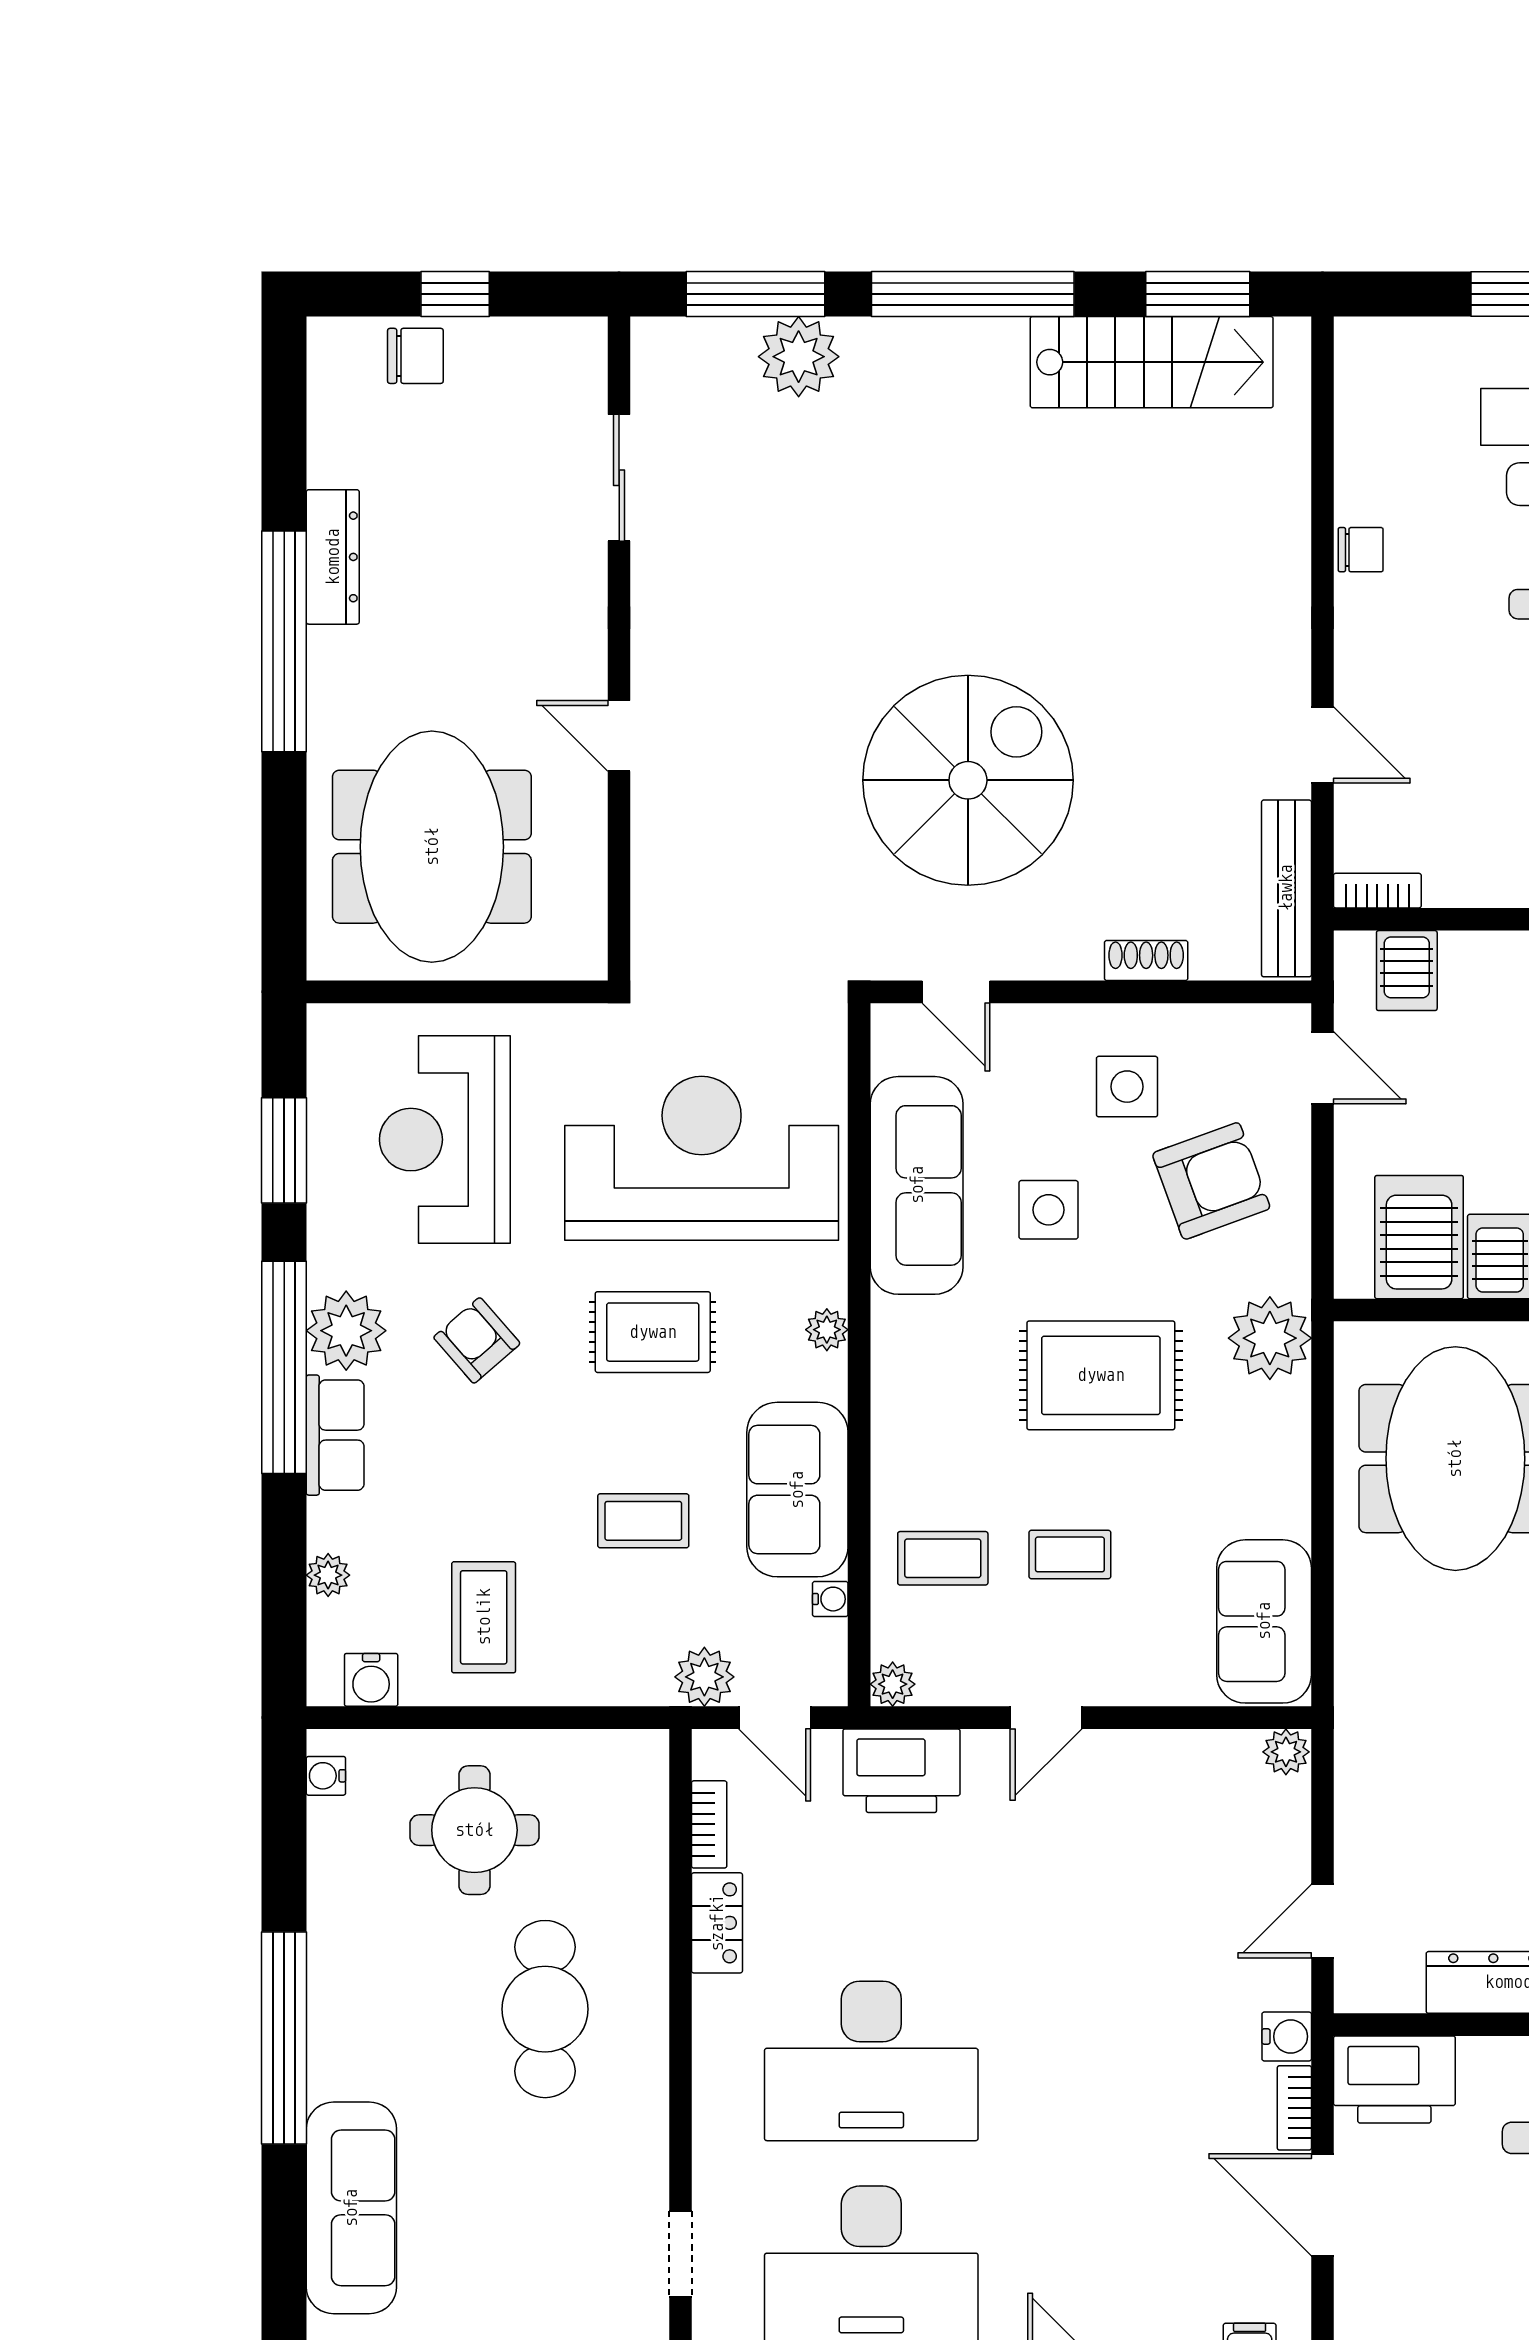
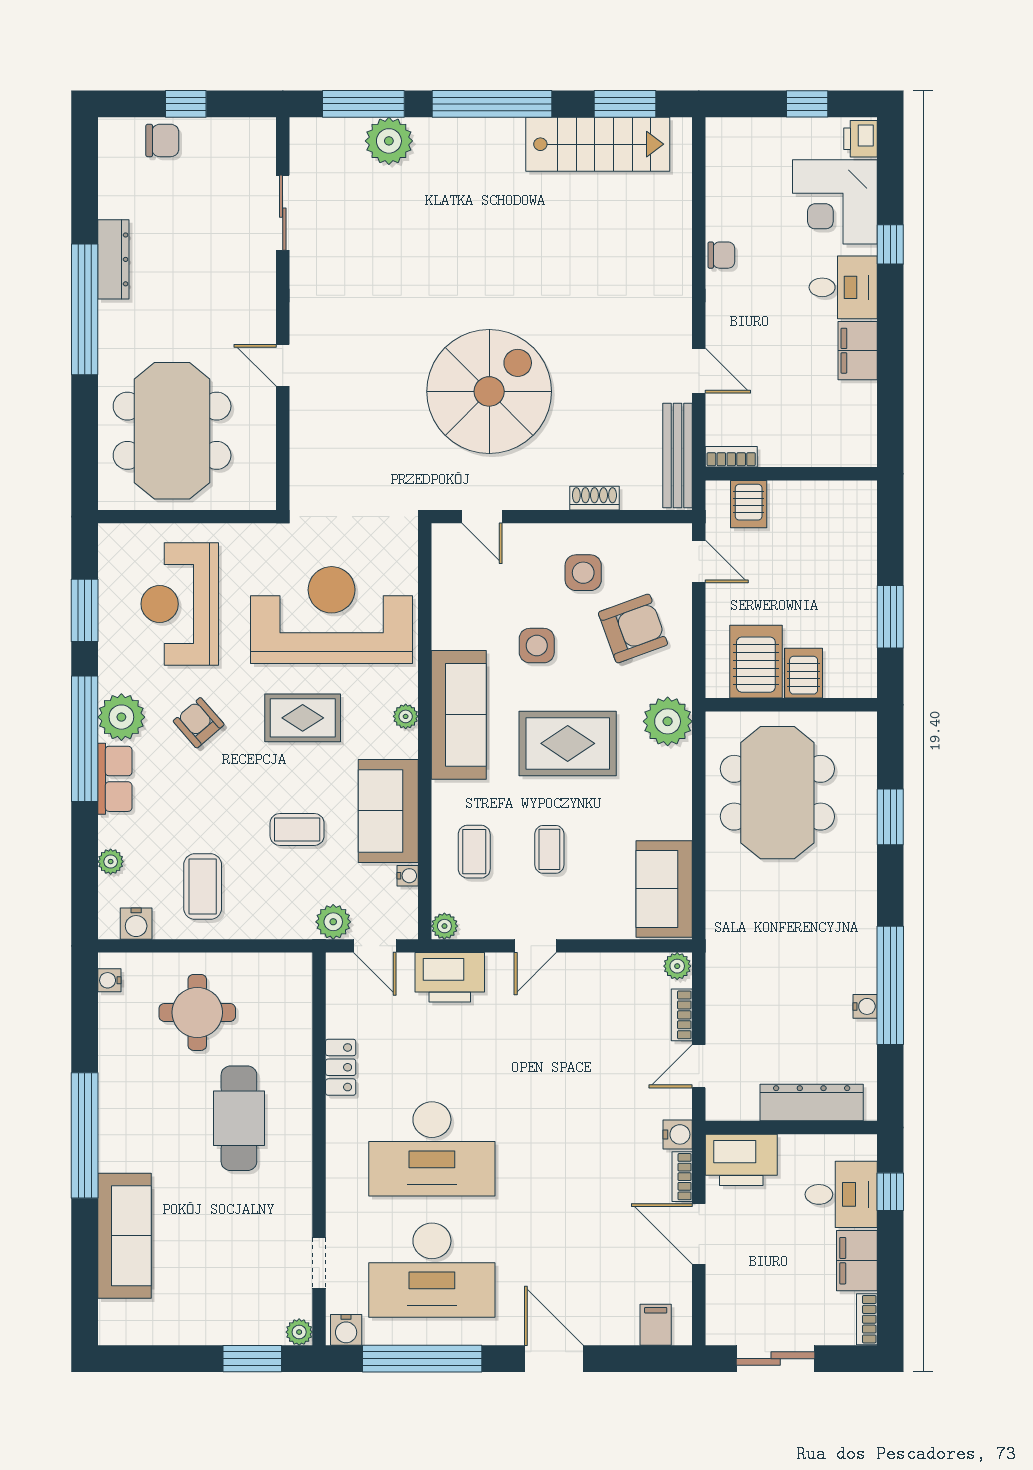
sofa: (917, 1185) -> (459, 715), moved
coffee table: (1070, 1554) -> (549, 849), turned 90
coffee table: (943, 1558) -> (474, 852), turned 90
bookcase: (709, 1824) -> (682, 1015), moved, turned 180

